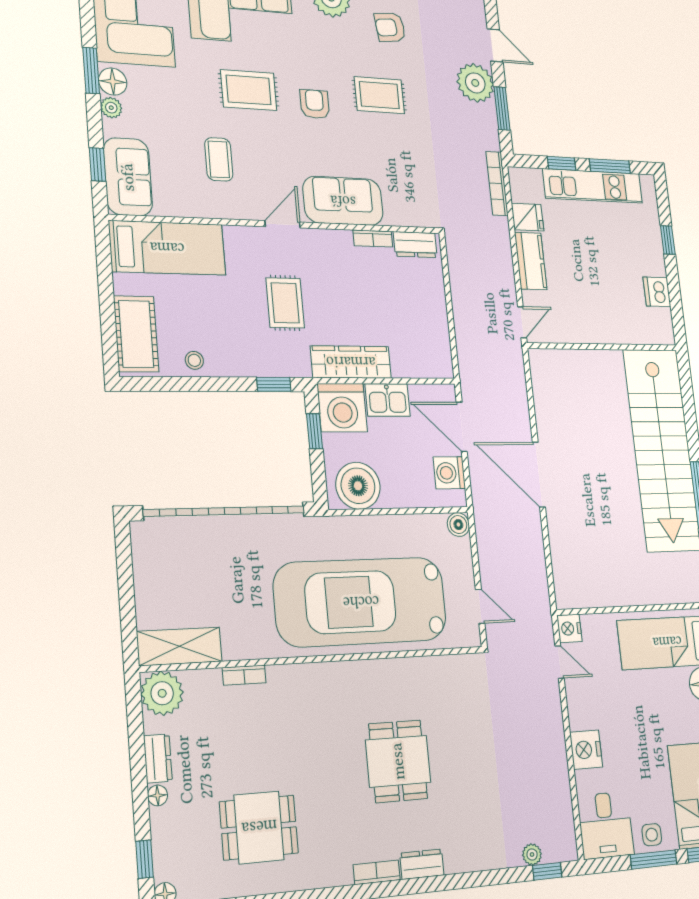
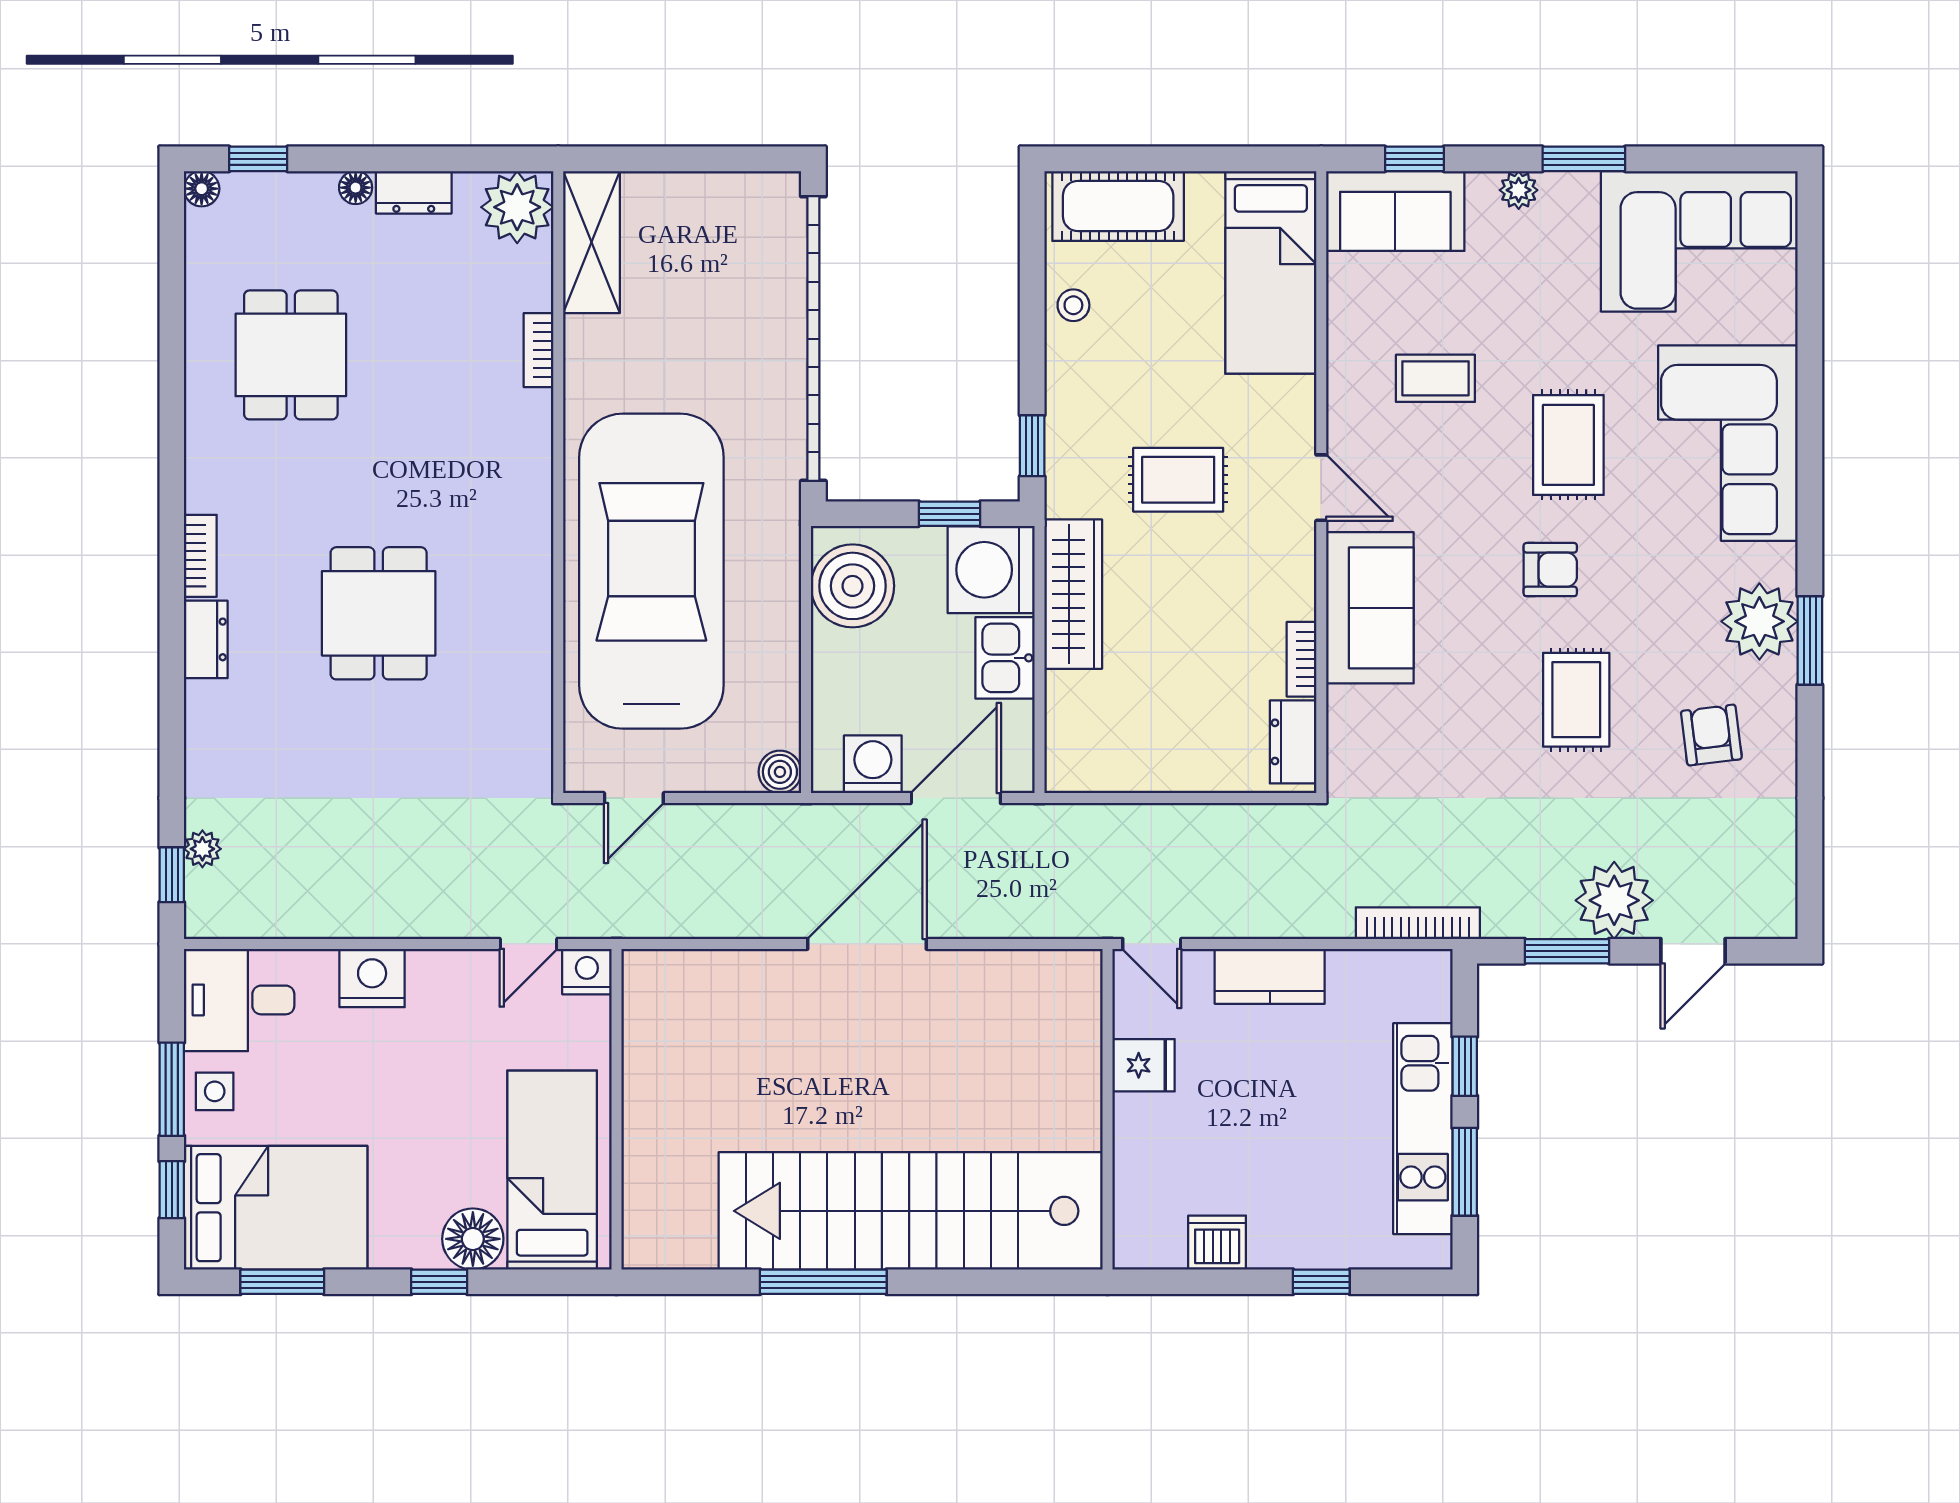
floor lamp: (113, 82) -> (1566, 196), removed
fridge: (528, 217) -> (1143, 1065), moved, turned -90
dining table: (398, 761) -> (379, 613), turned 90

